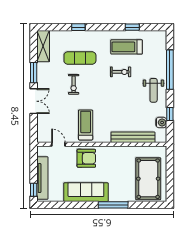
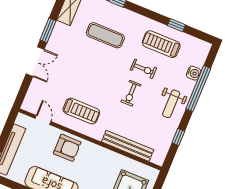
exercise bike: (74, 84) -> (131, 93), moved
water cooler: (161, 122) -> (194, 73), moved
treadmill: (86, 125) -> (81, 111), turned 90

